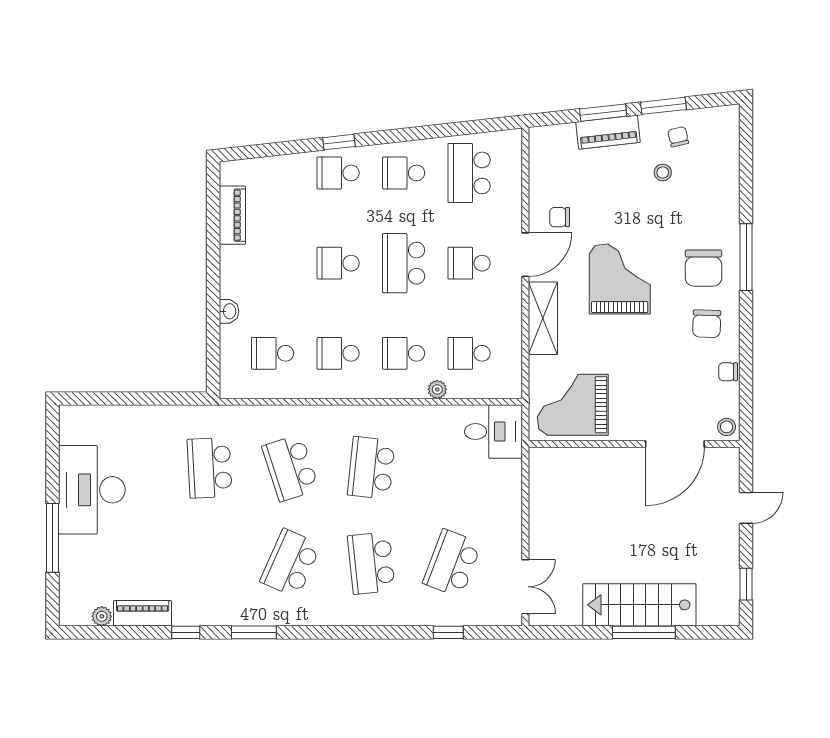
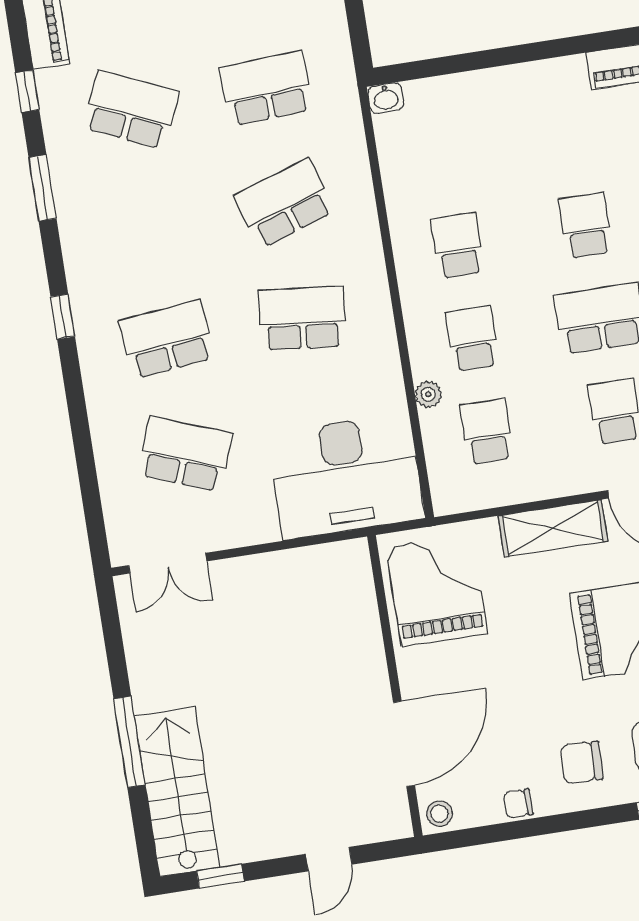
washbasin: (229, 311) -> (386, 98), moved
school desk: (273, 353) -> (443, 152), removed
chair: (728, 372) -> (518, 803), turned -90
desk: (493, 432) -> (346, 476), width x1.87, depth x1.30
door: (675, 444) -> (404, 744), swing flipped
door: (746, 508) -> (329, 859), hinge flipped
school desk: (290, 563) -> (131, 110), moved
stairs: (639, 605) -> (177, 792), moved
window: (448, 632) -> (63, 317), moved

